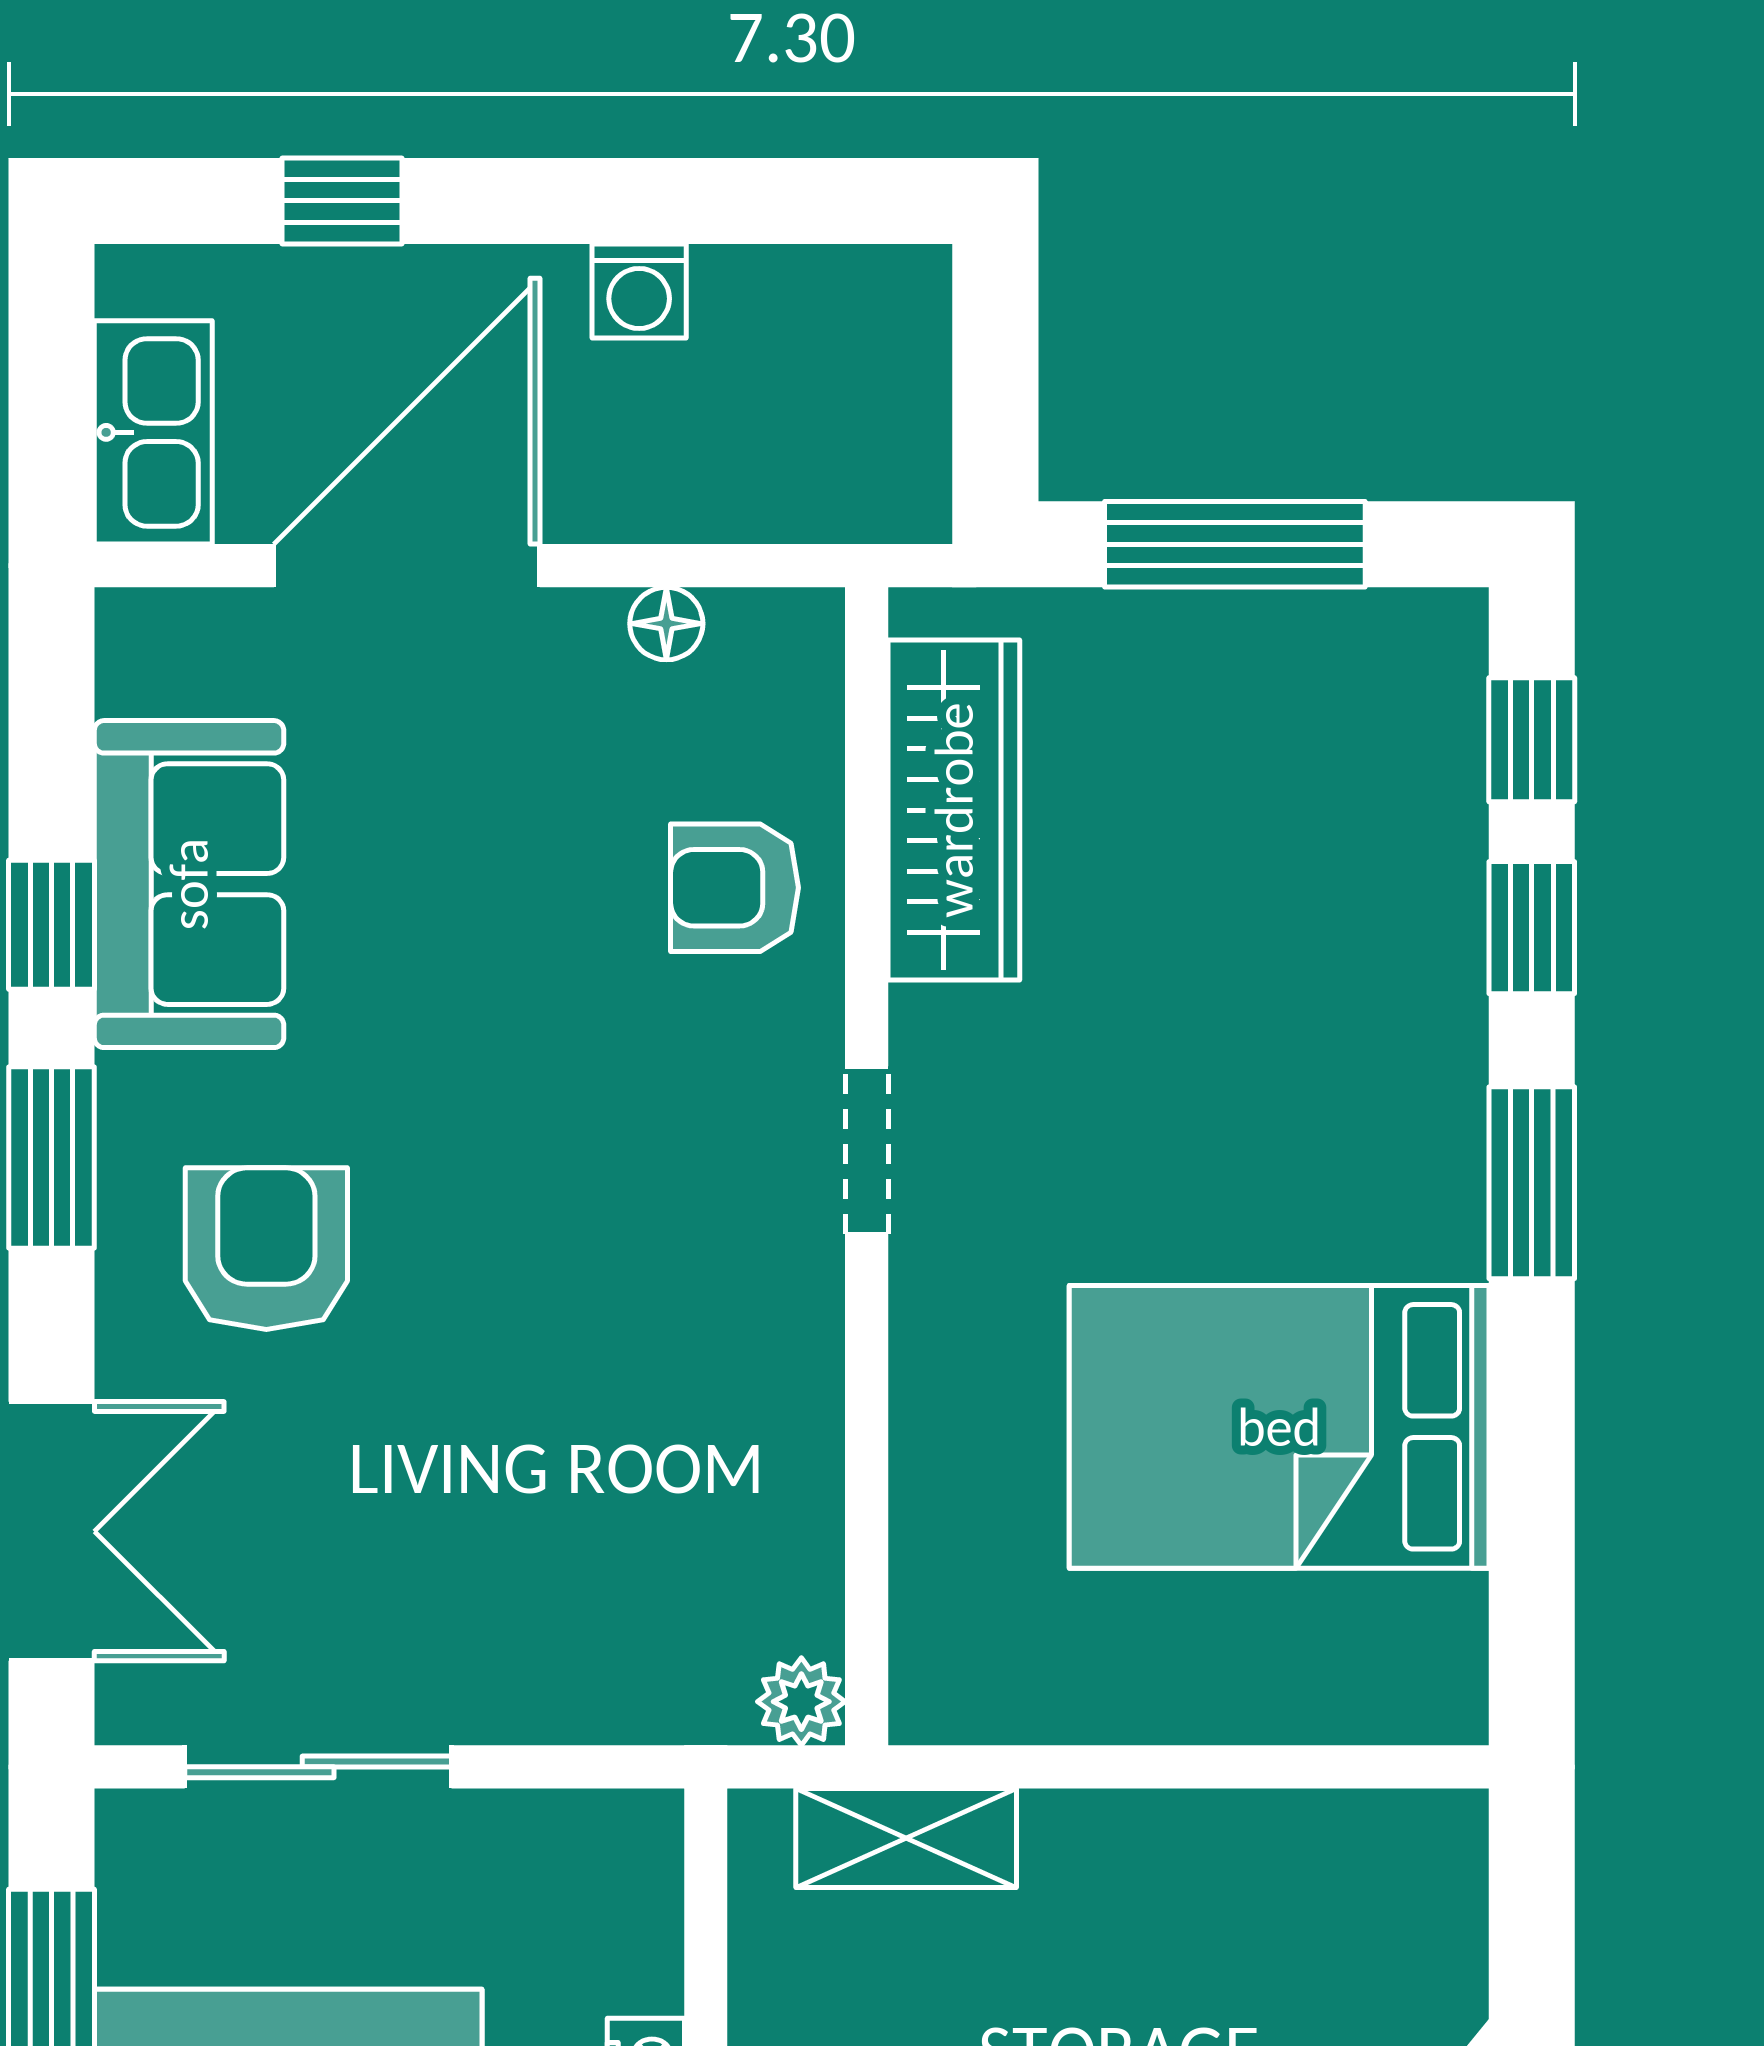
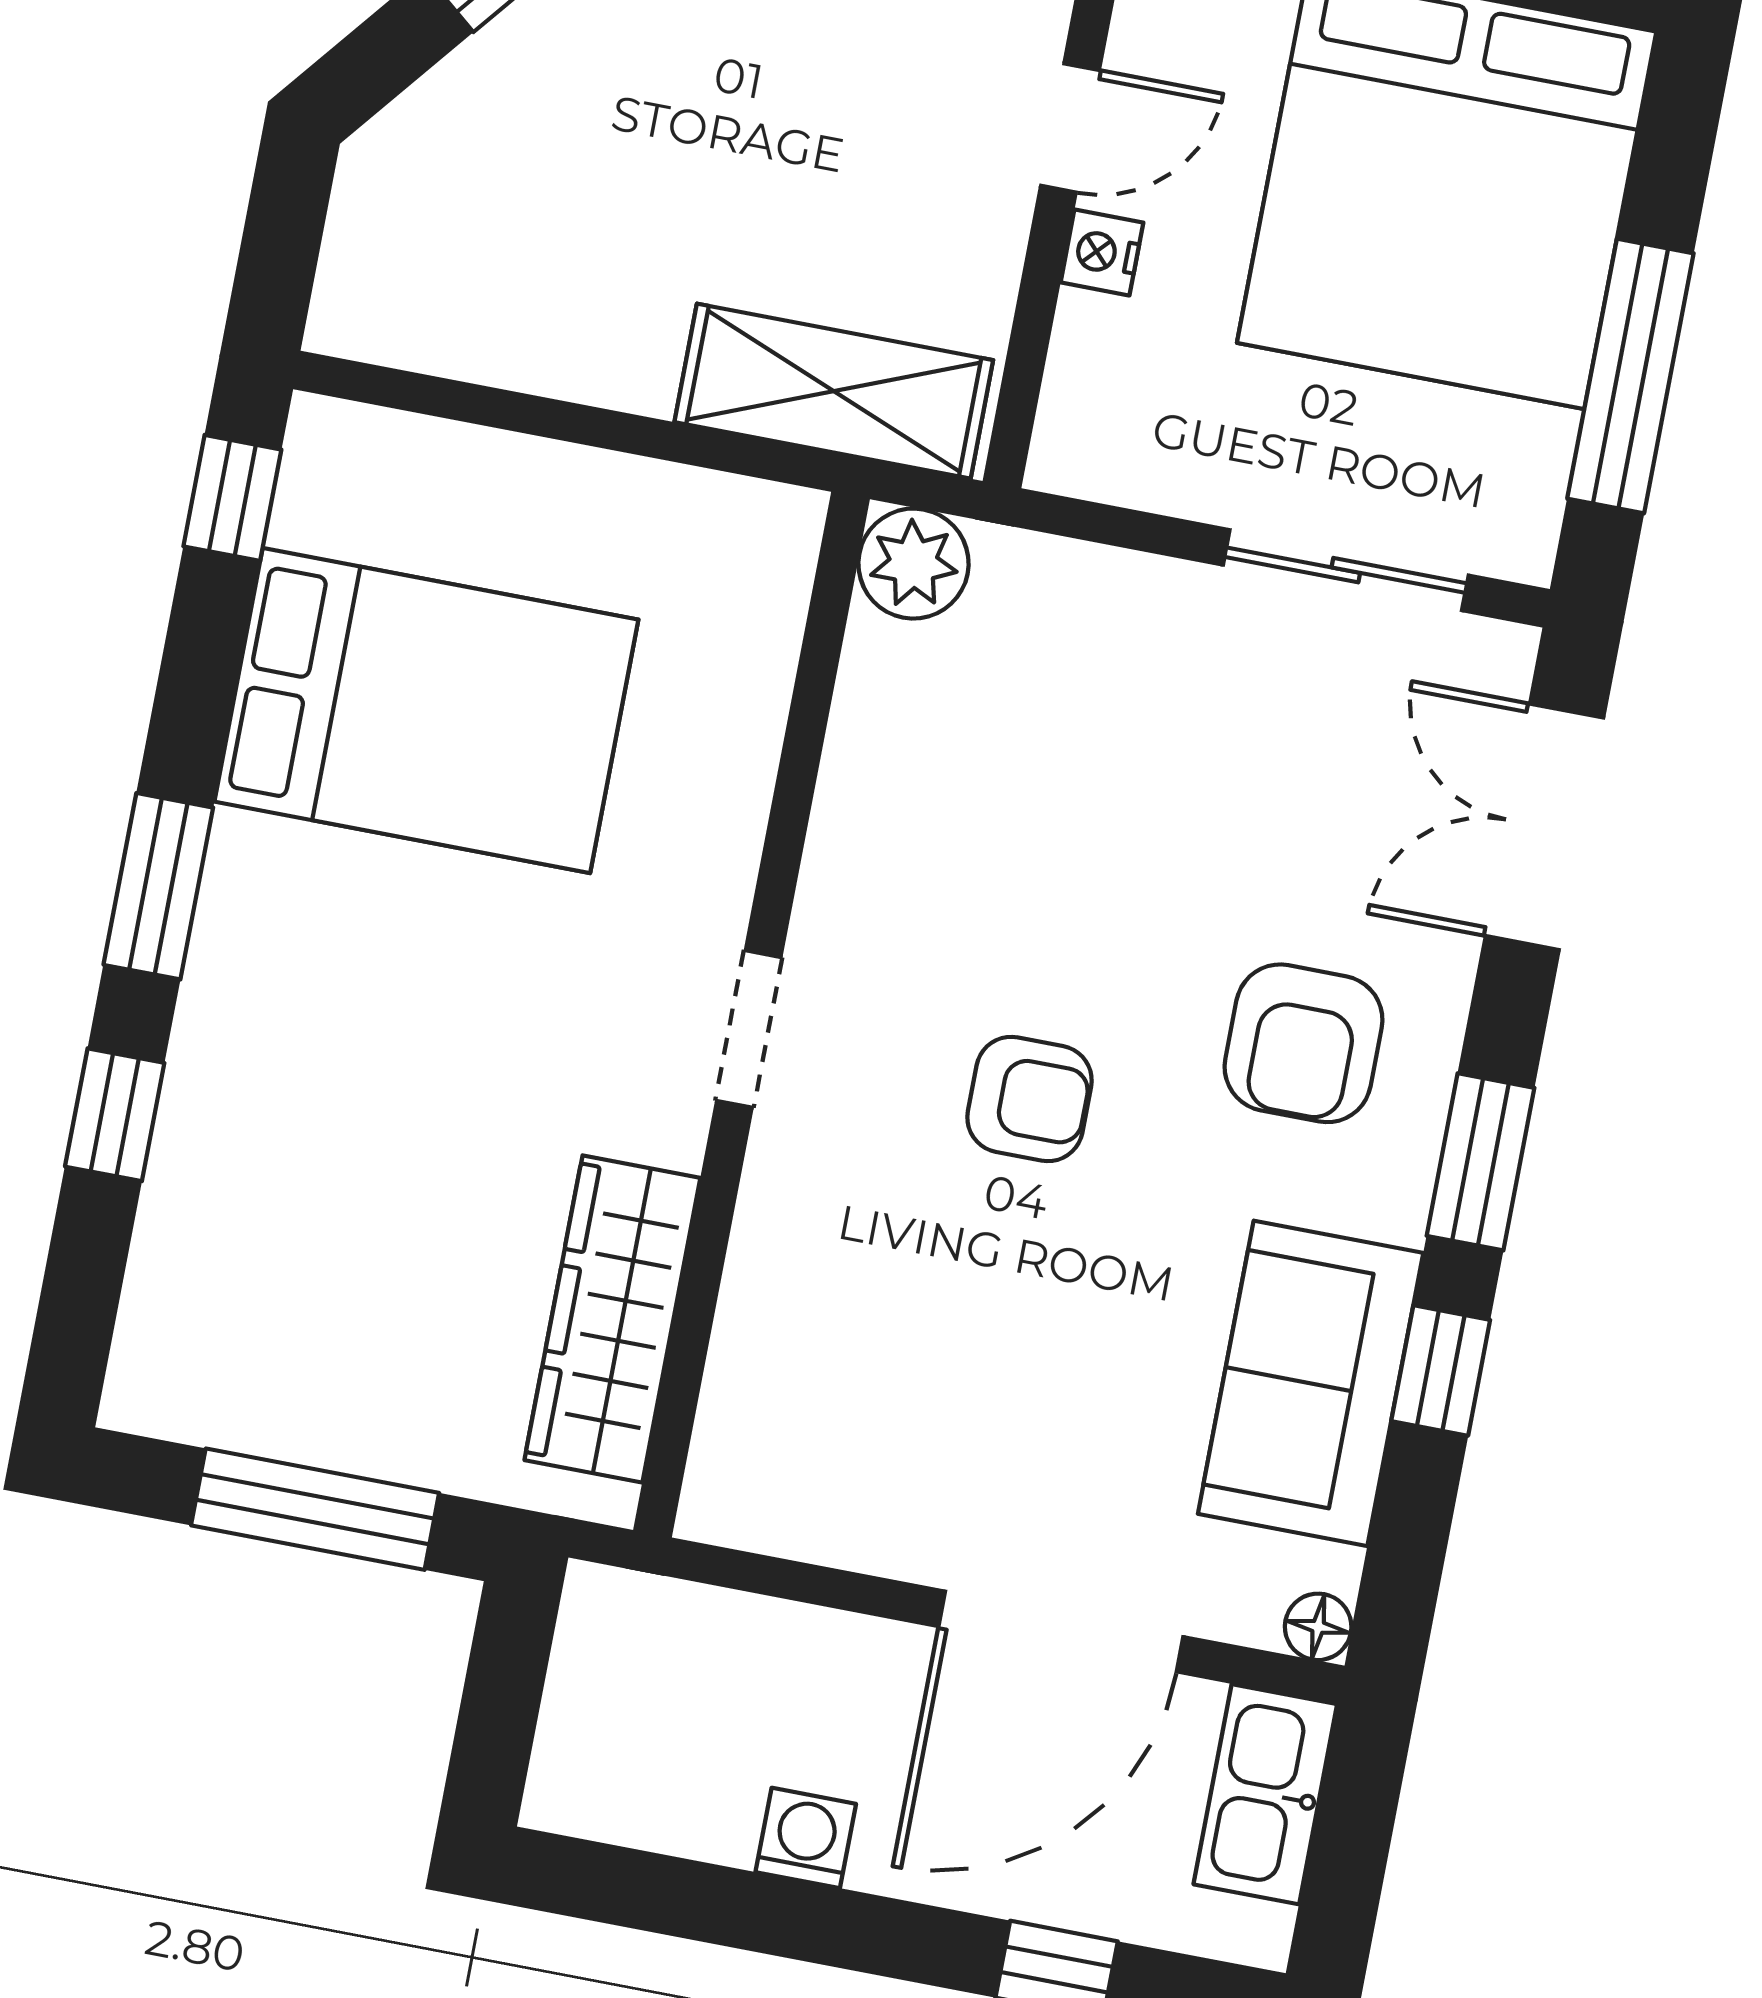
floor lamp: (666, 624) -> (1318, 1627), moved
window: (1532, 740) -> (232, 498), moved
armchair: (735, 888) -> (1030, 1099), moved
plant: (801, 1702) -> (913, 564), width x1.38, depth x1.38
shelving: (906, 1838) -> (834, 391), width x1.50, depth x1.33

